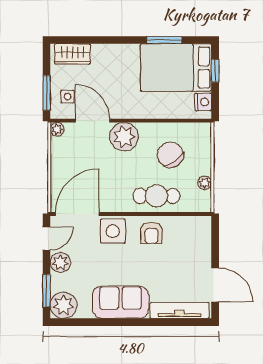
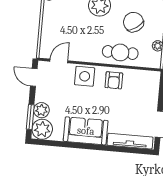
door: (77, 214) -> (59, 61), width x0.53
door: (47, 239) -> (34, 77), swing flipped
plant: (60, 262) -> (41, 110), moved

